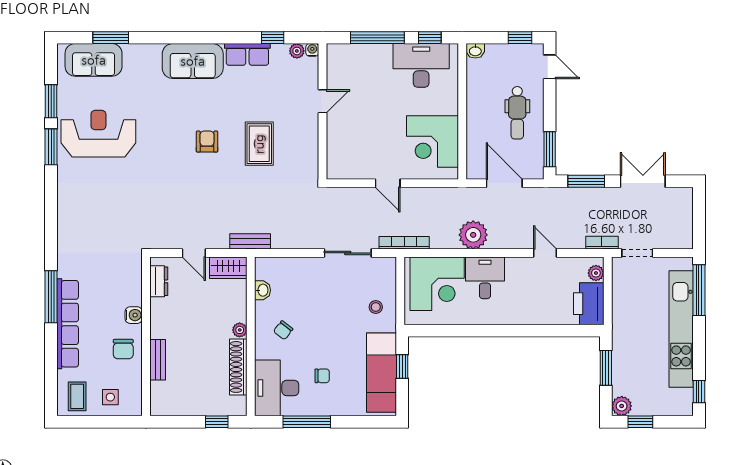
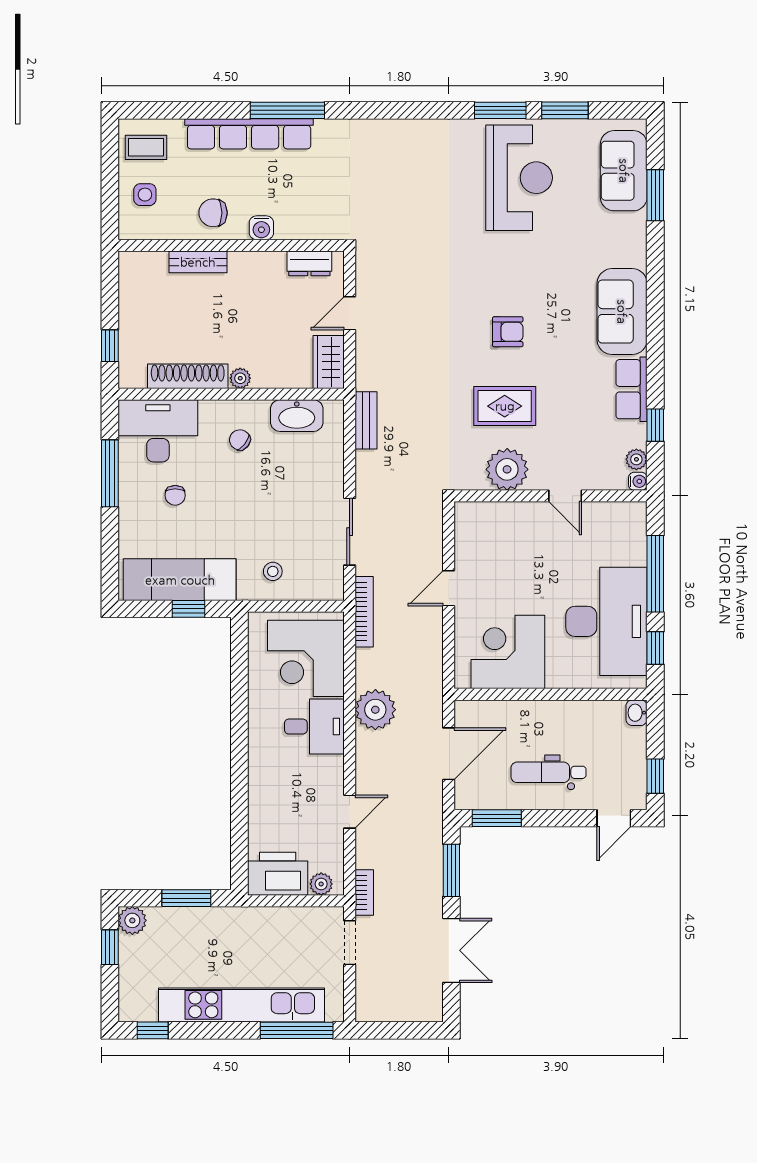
desk: (421, 65) -> (606, 621), width x1.36, depth x1.30
plant: (304, 142) -> (507, 469), added
bench: (250, 241) -> (366, 420), moved
washbasin: (263, 290) -> (297, 416), width x1.91, depth x1.45

